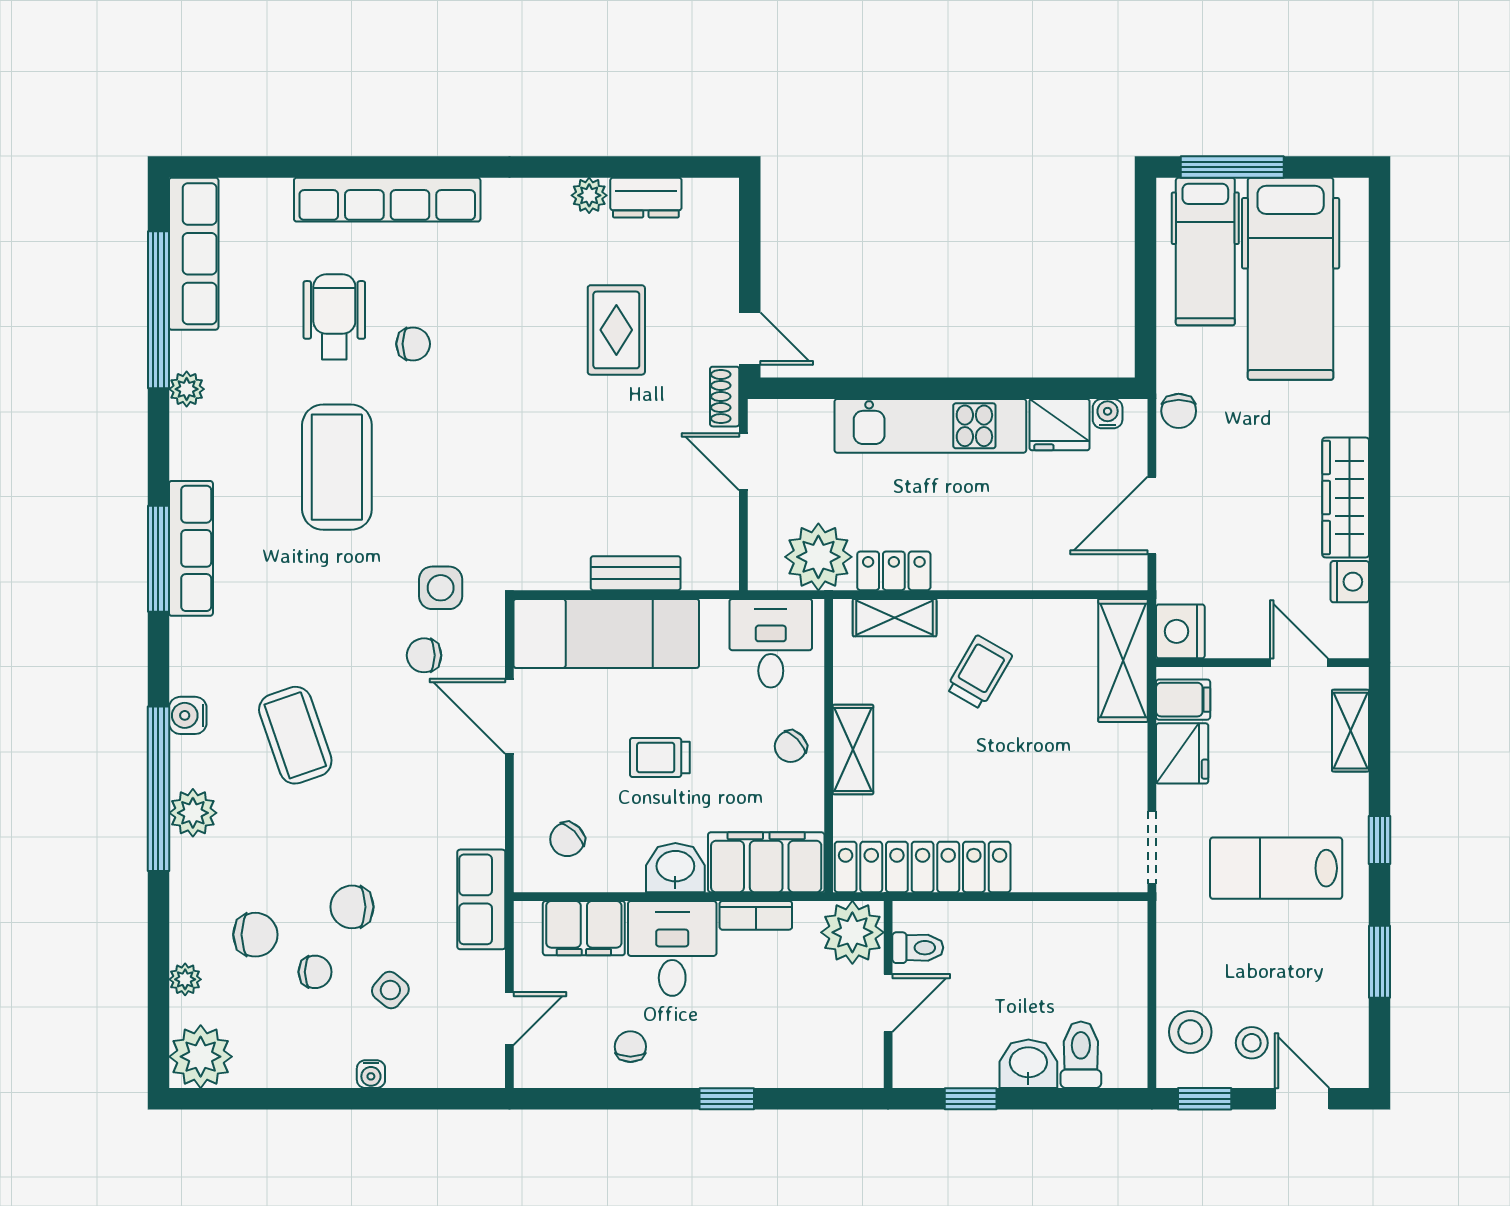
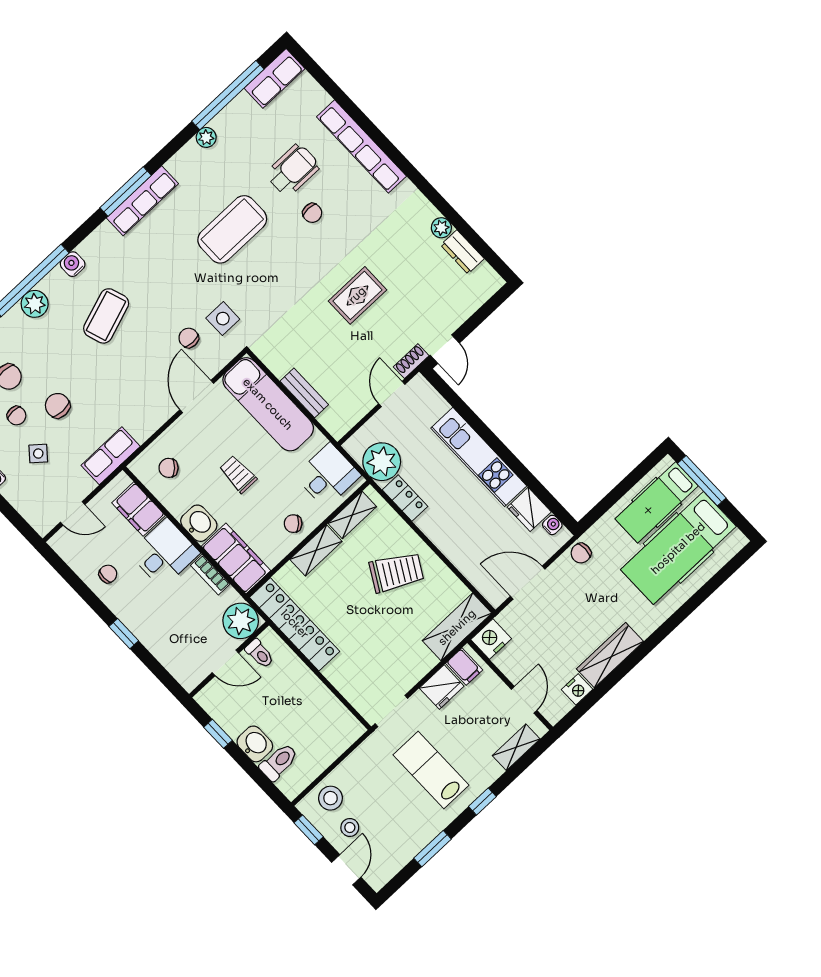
row of seats: (194, 254) -> (275, 78), width x0.68
rug: (616, 330) -> (357, 295), moved
shelving: (895, 618) -> (352, 515), moved, turned 90
trolley: (979, 672) -> (396, 572), width x1.36, depth x1.39

